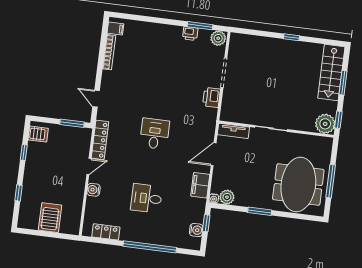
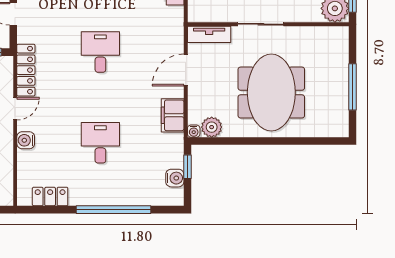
meeting table: (298, 185) -> (271, 93), moved
desk: (146, 198) -> (100, 143), turned 90
window: (260, 211) -> (259, 141), removed

